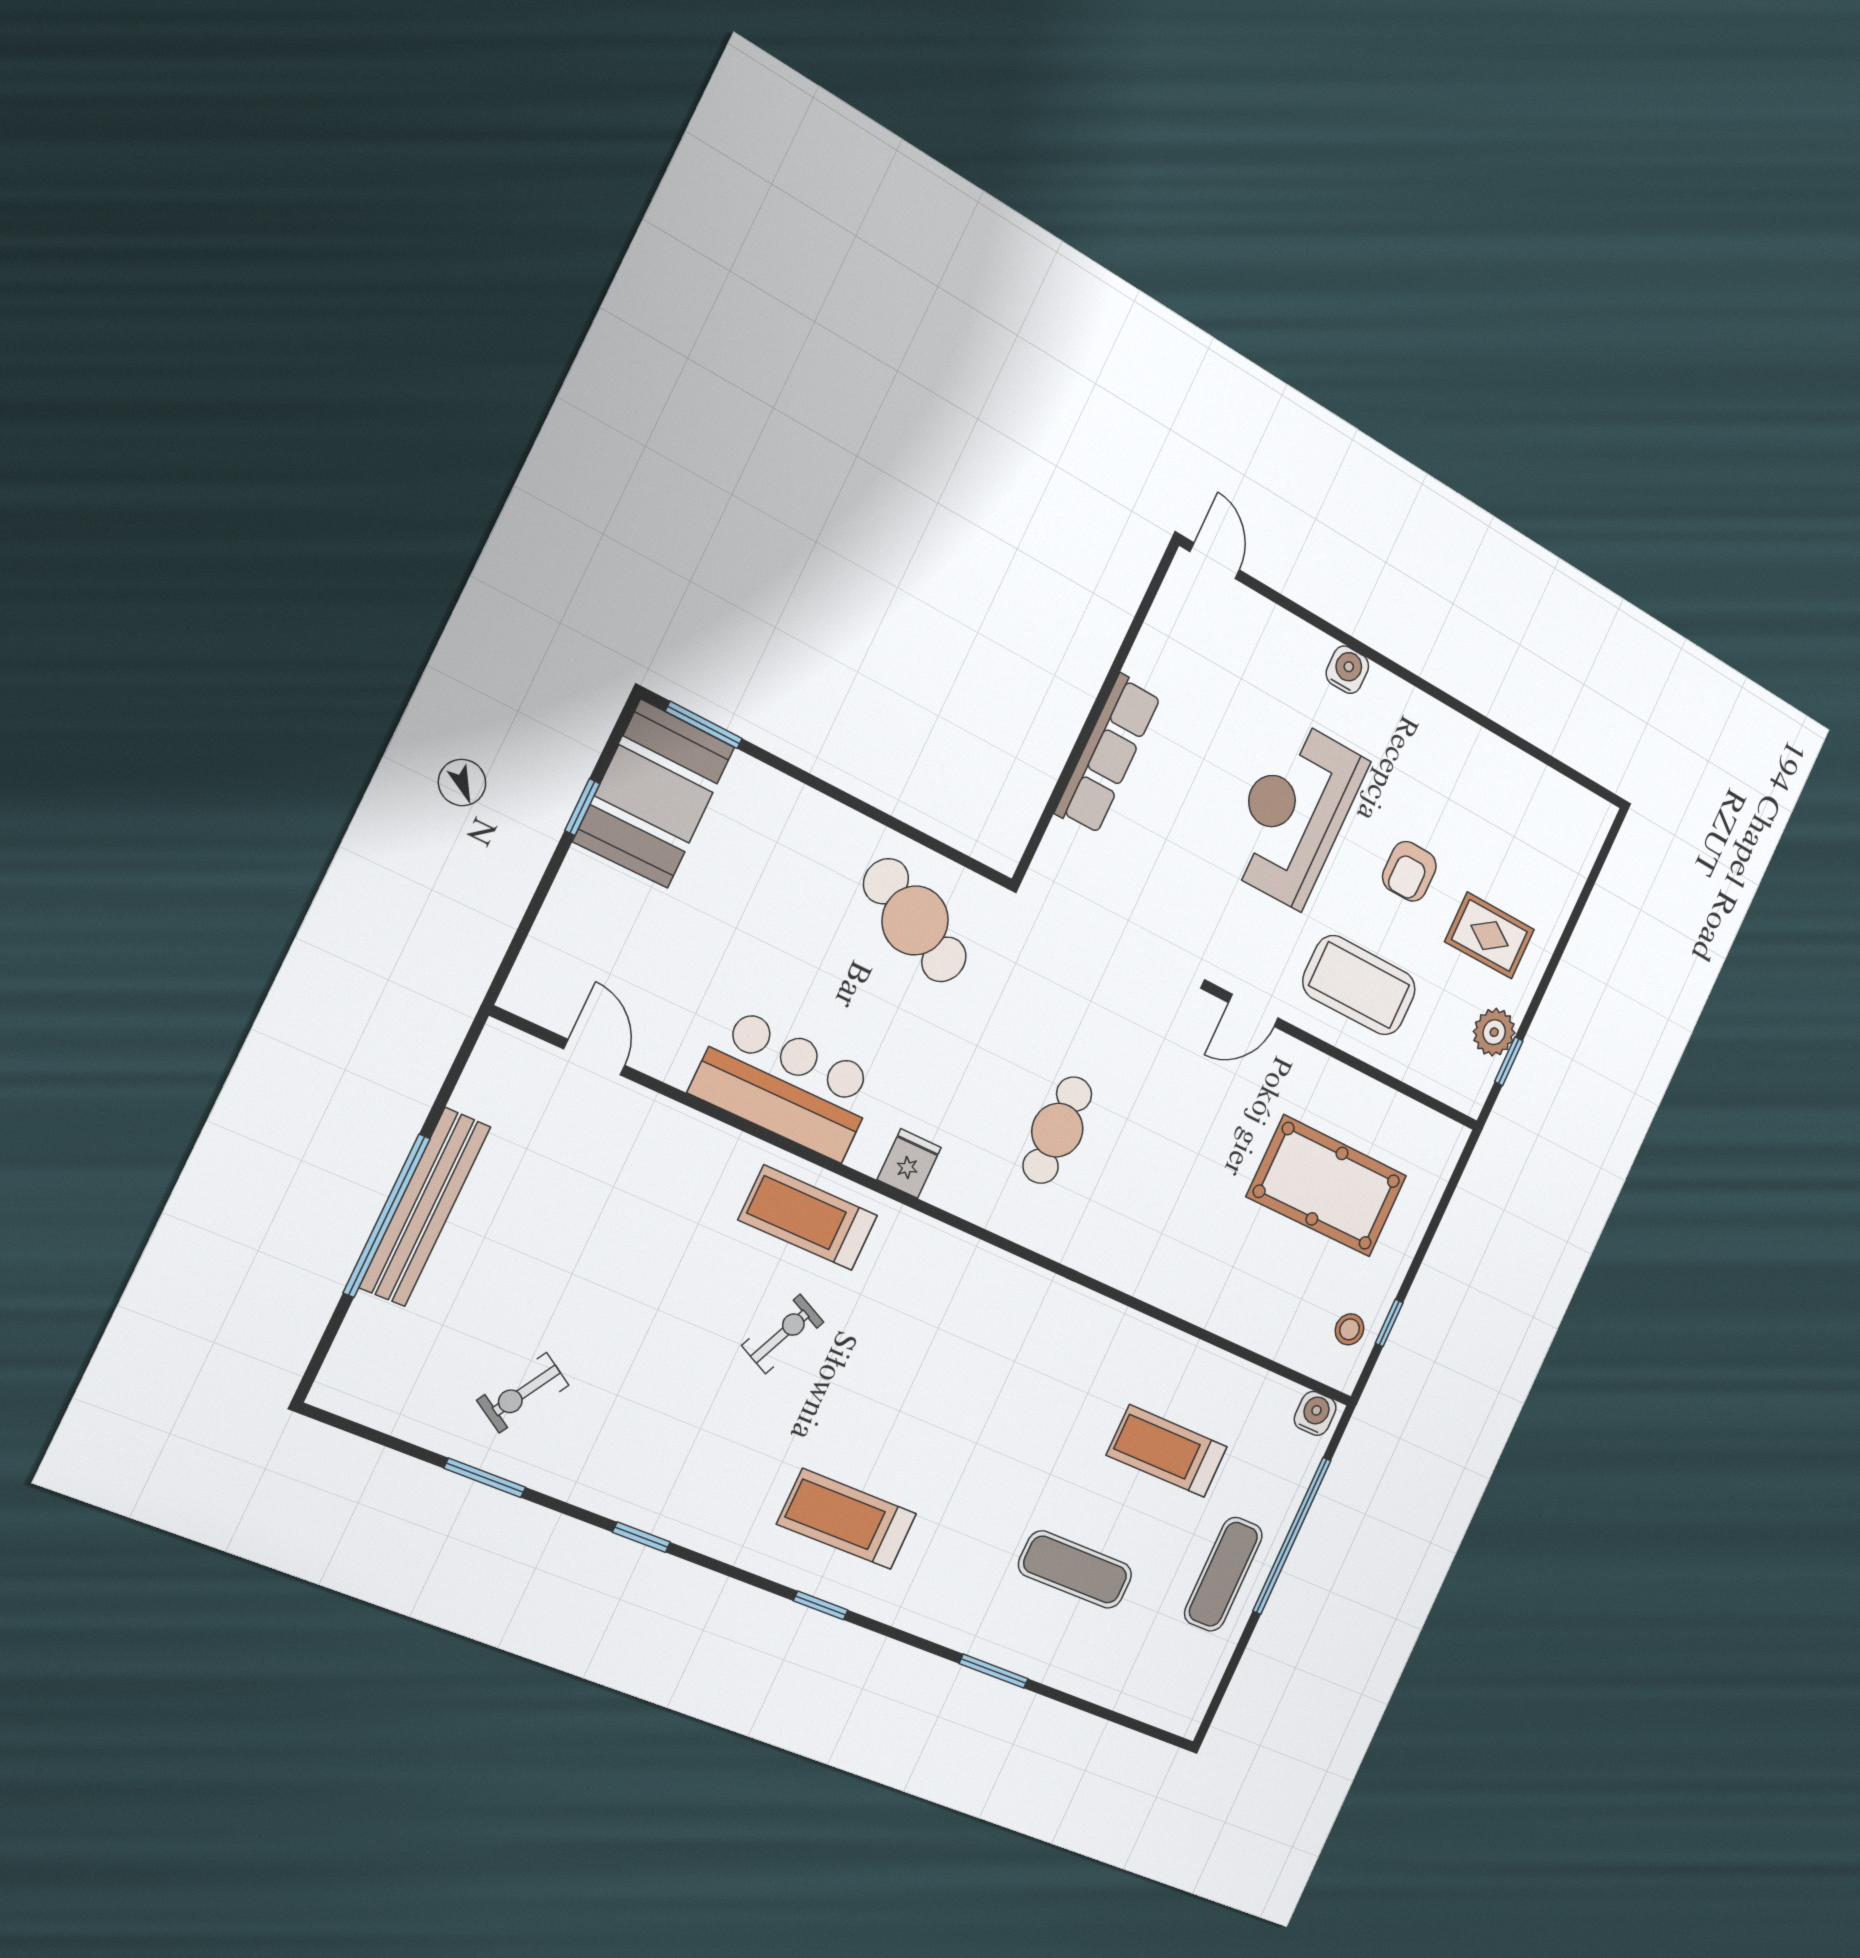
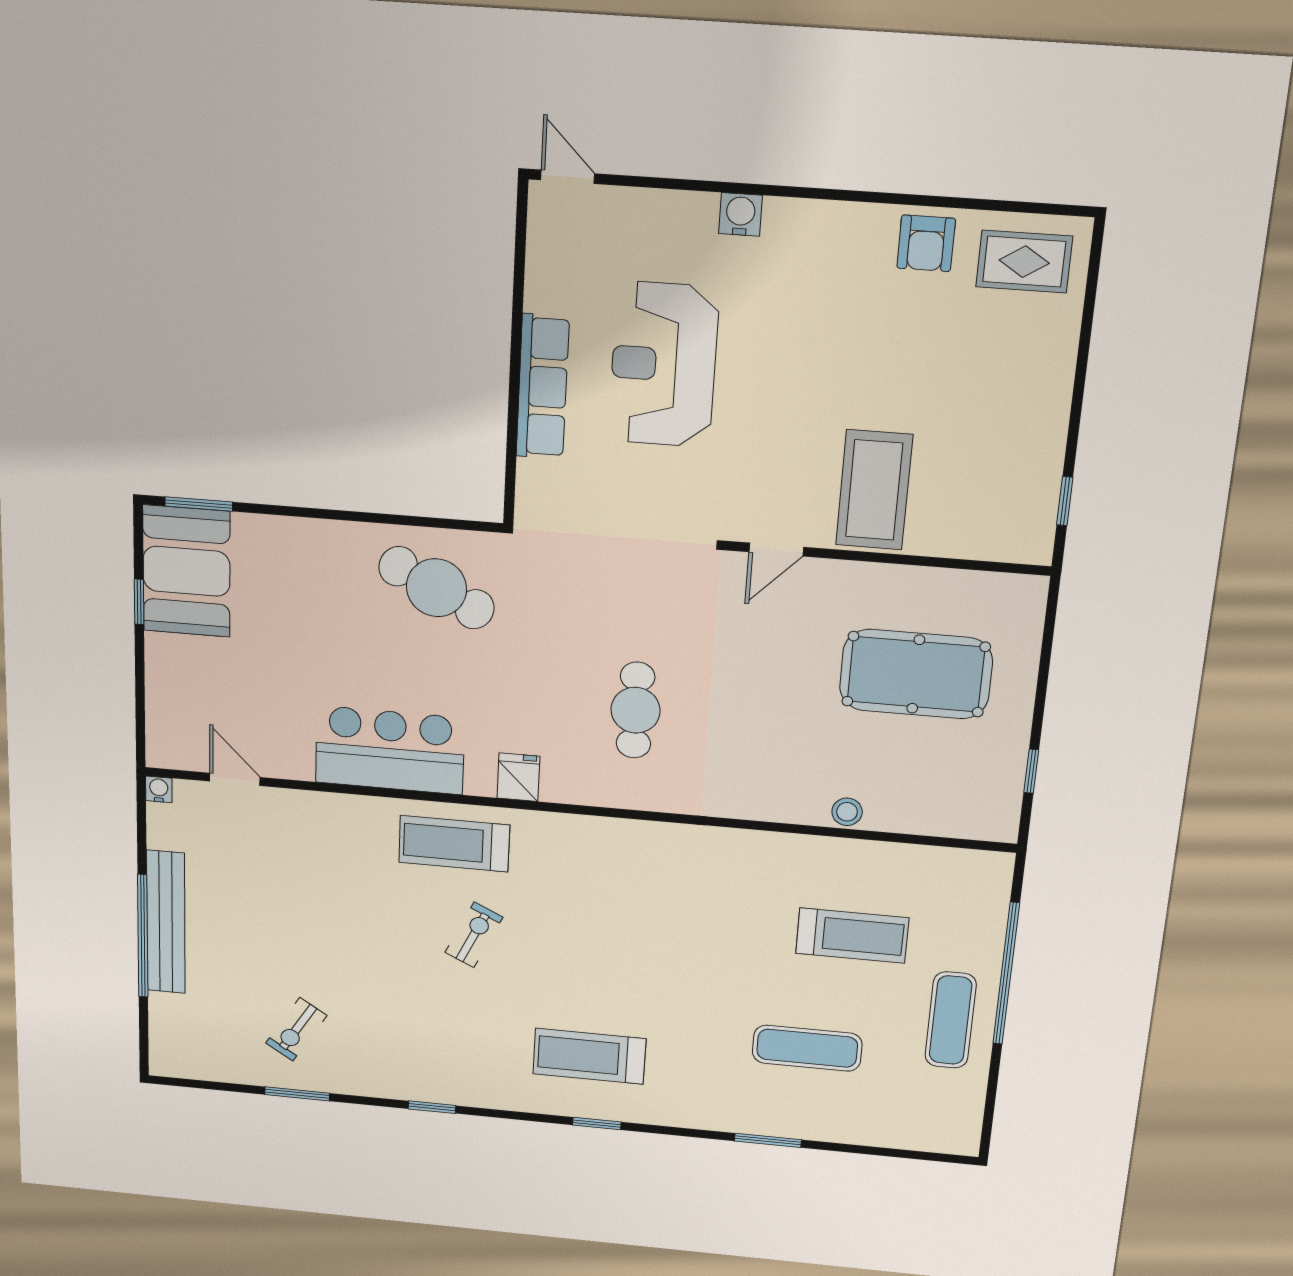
reception desk: (1294, 813) -> (664, 365), moved
armchair: (1409, 871) -> (926, 243), moved
rug: (1490, 936) -> (1024, 262), moved
coffee table: (1359, 985) -> (874, 490), turned 90
plant: (1494, 1032) -> (1037, 480), removed
stool: (1350, 1329) -> (847, 812), moved
water cooler: (1315, 1413) -> (159, 789), moved, width x0.72, depth x0.72
treadmill: (1167, 1451) -> (852, 936), turned 180

